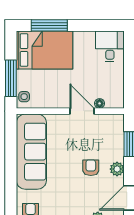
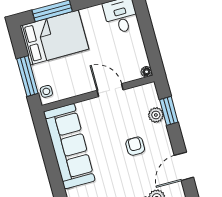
floor lamp: (100, 103) -> (147, 72), moved
plant: (117, 169) -> (156, 115), moved

